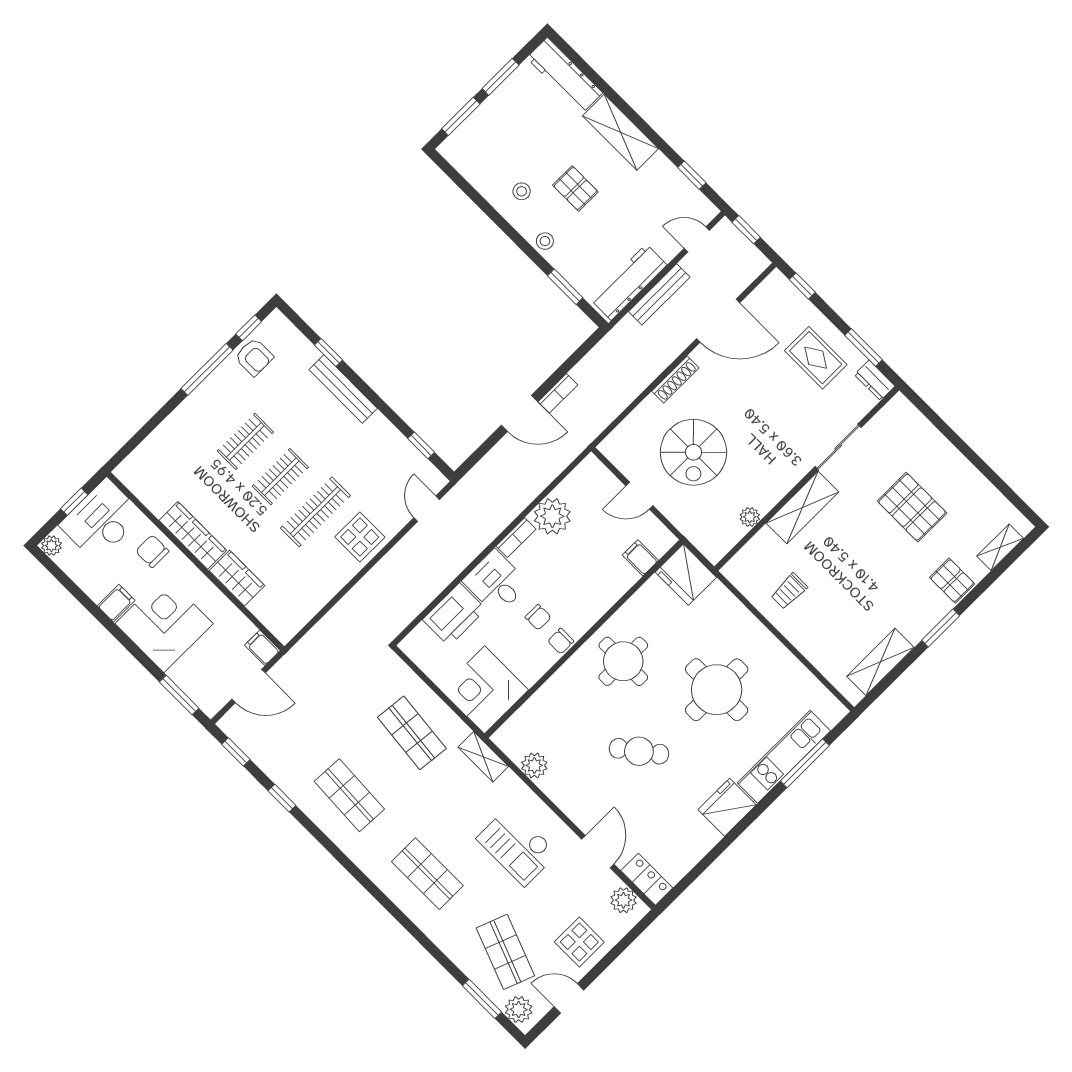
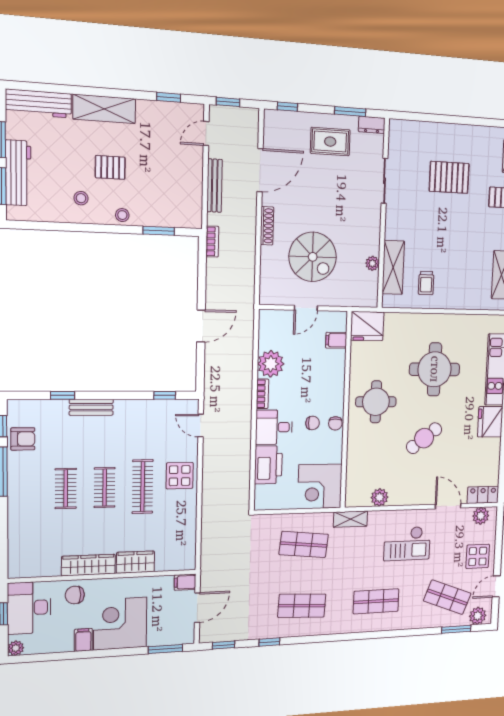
workbench: (629, 282) -> (18, 173), moved, turned 180
bench: (343, 389) -> (91, 407), width x0.73
bookcase: (558, 393) -> (212, 242), moved
shelving: (802, 508) -> (393, 267), moved

